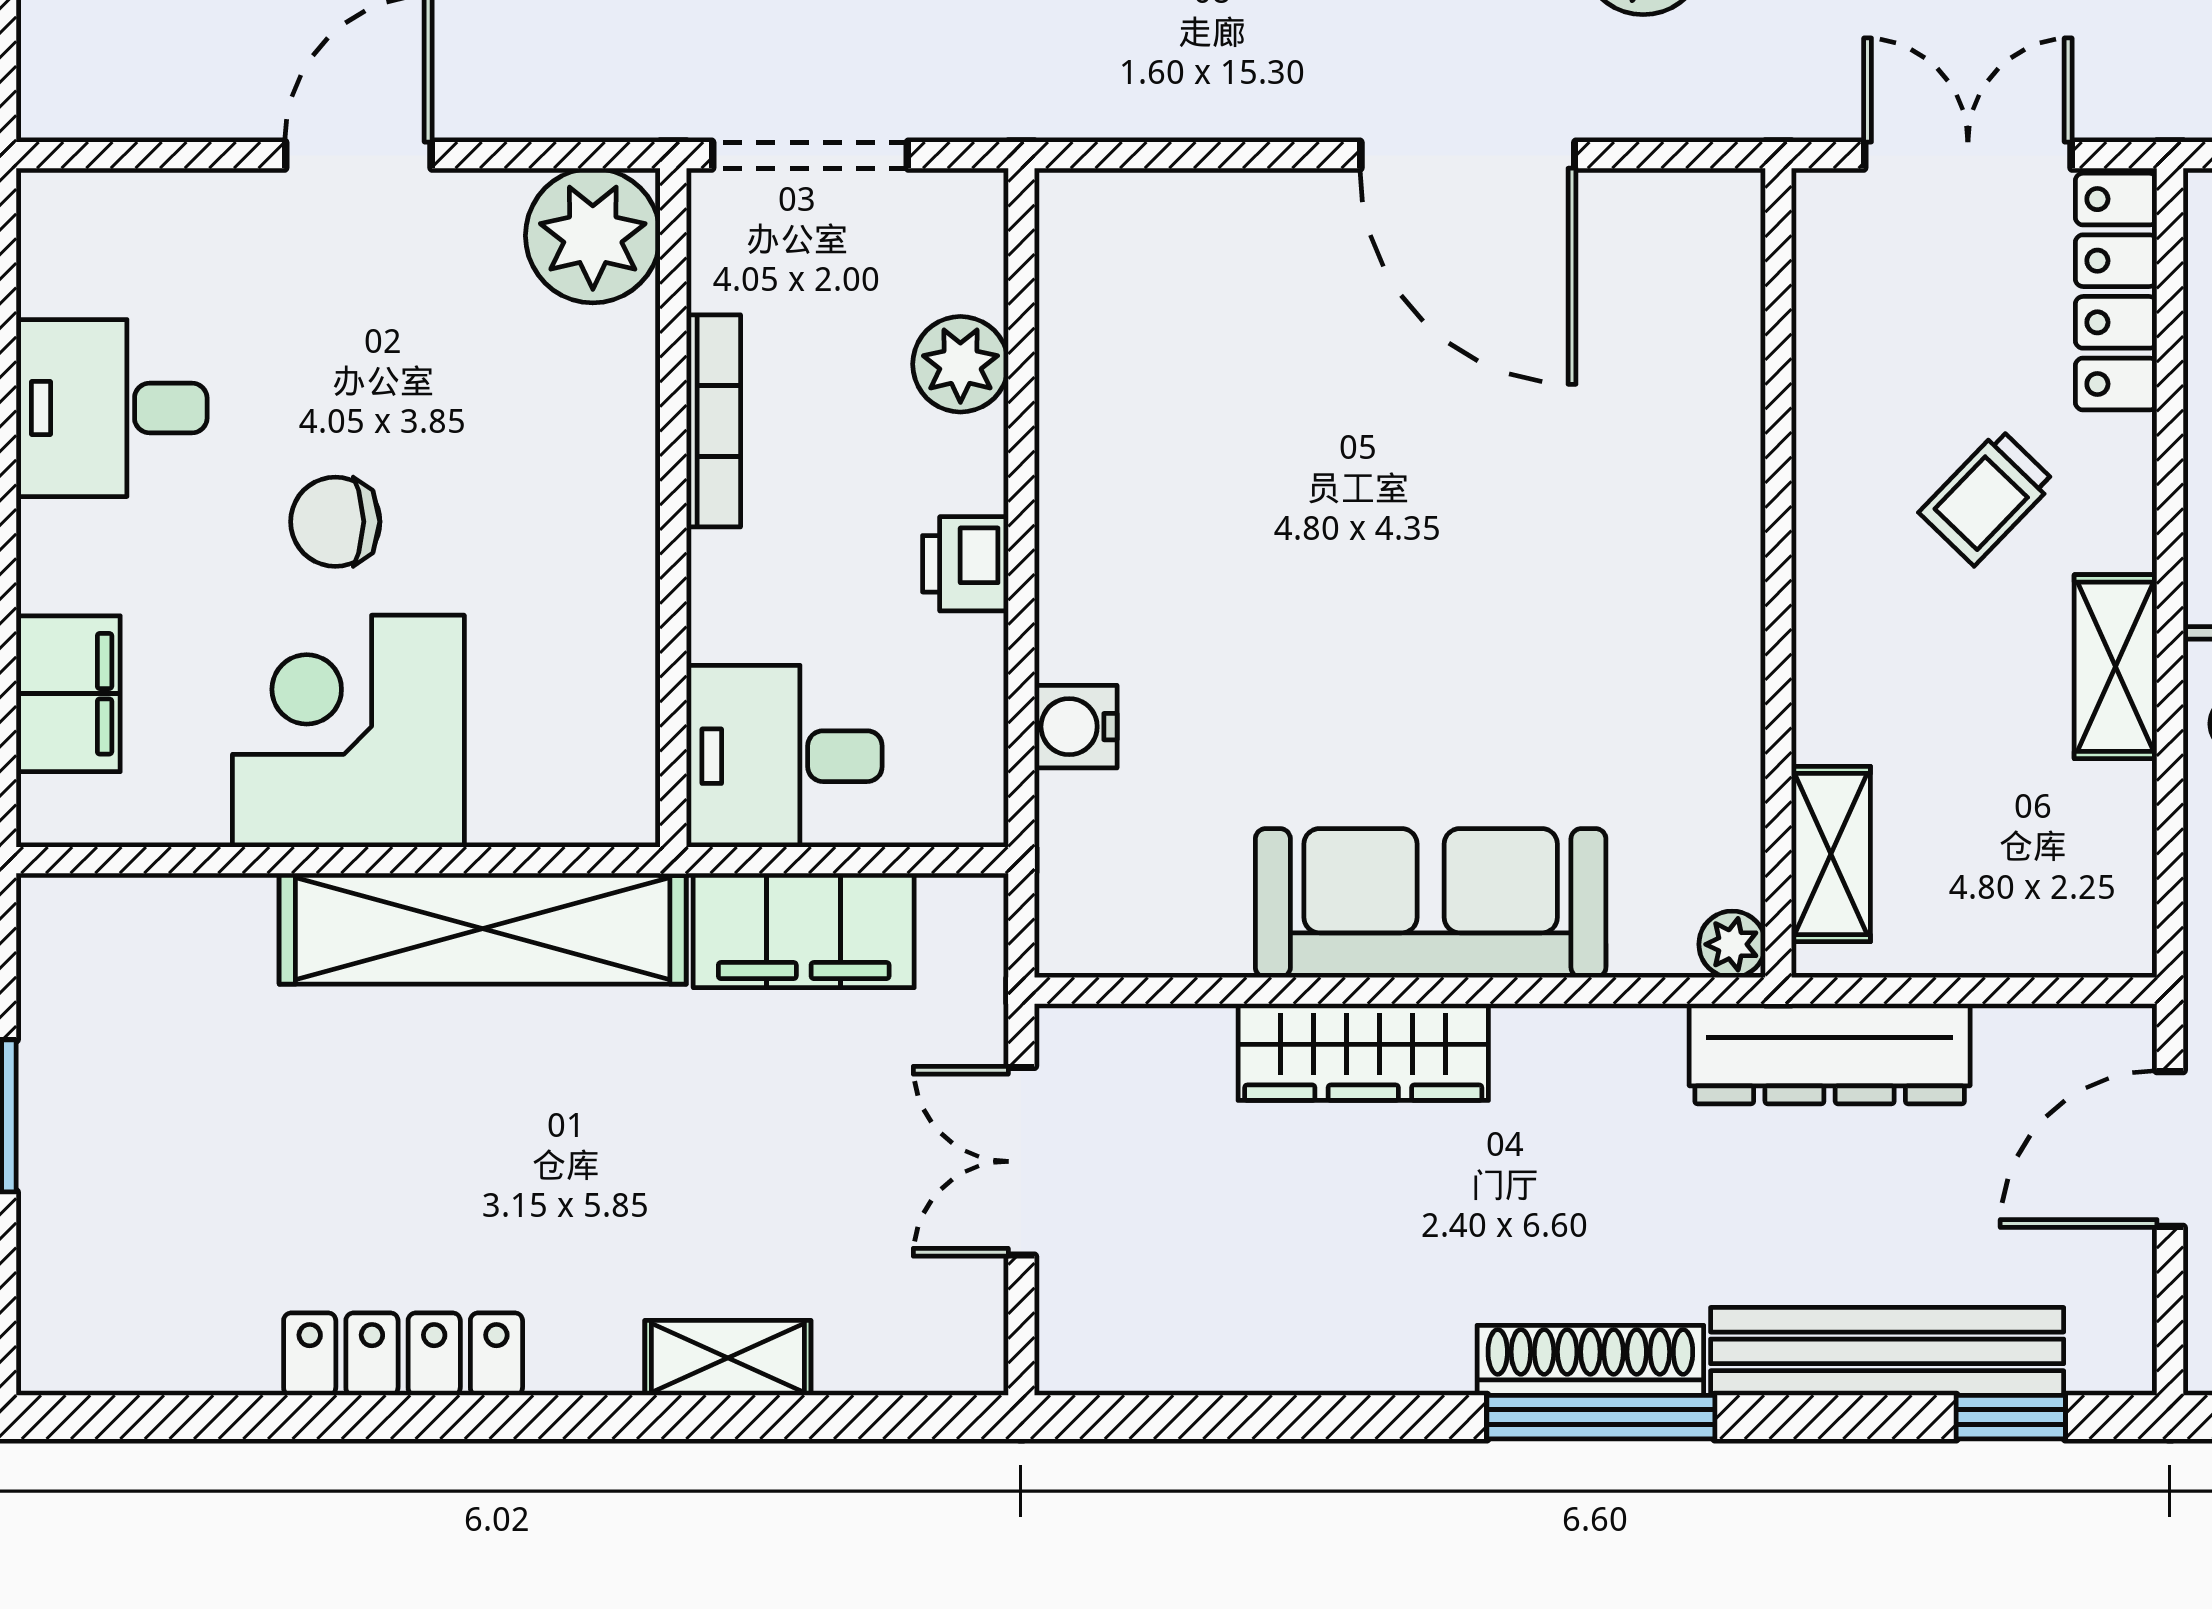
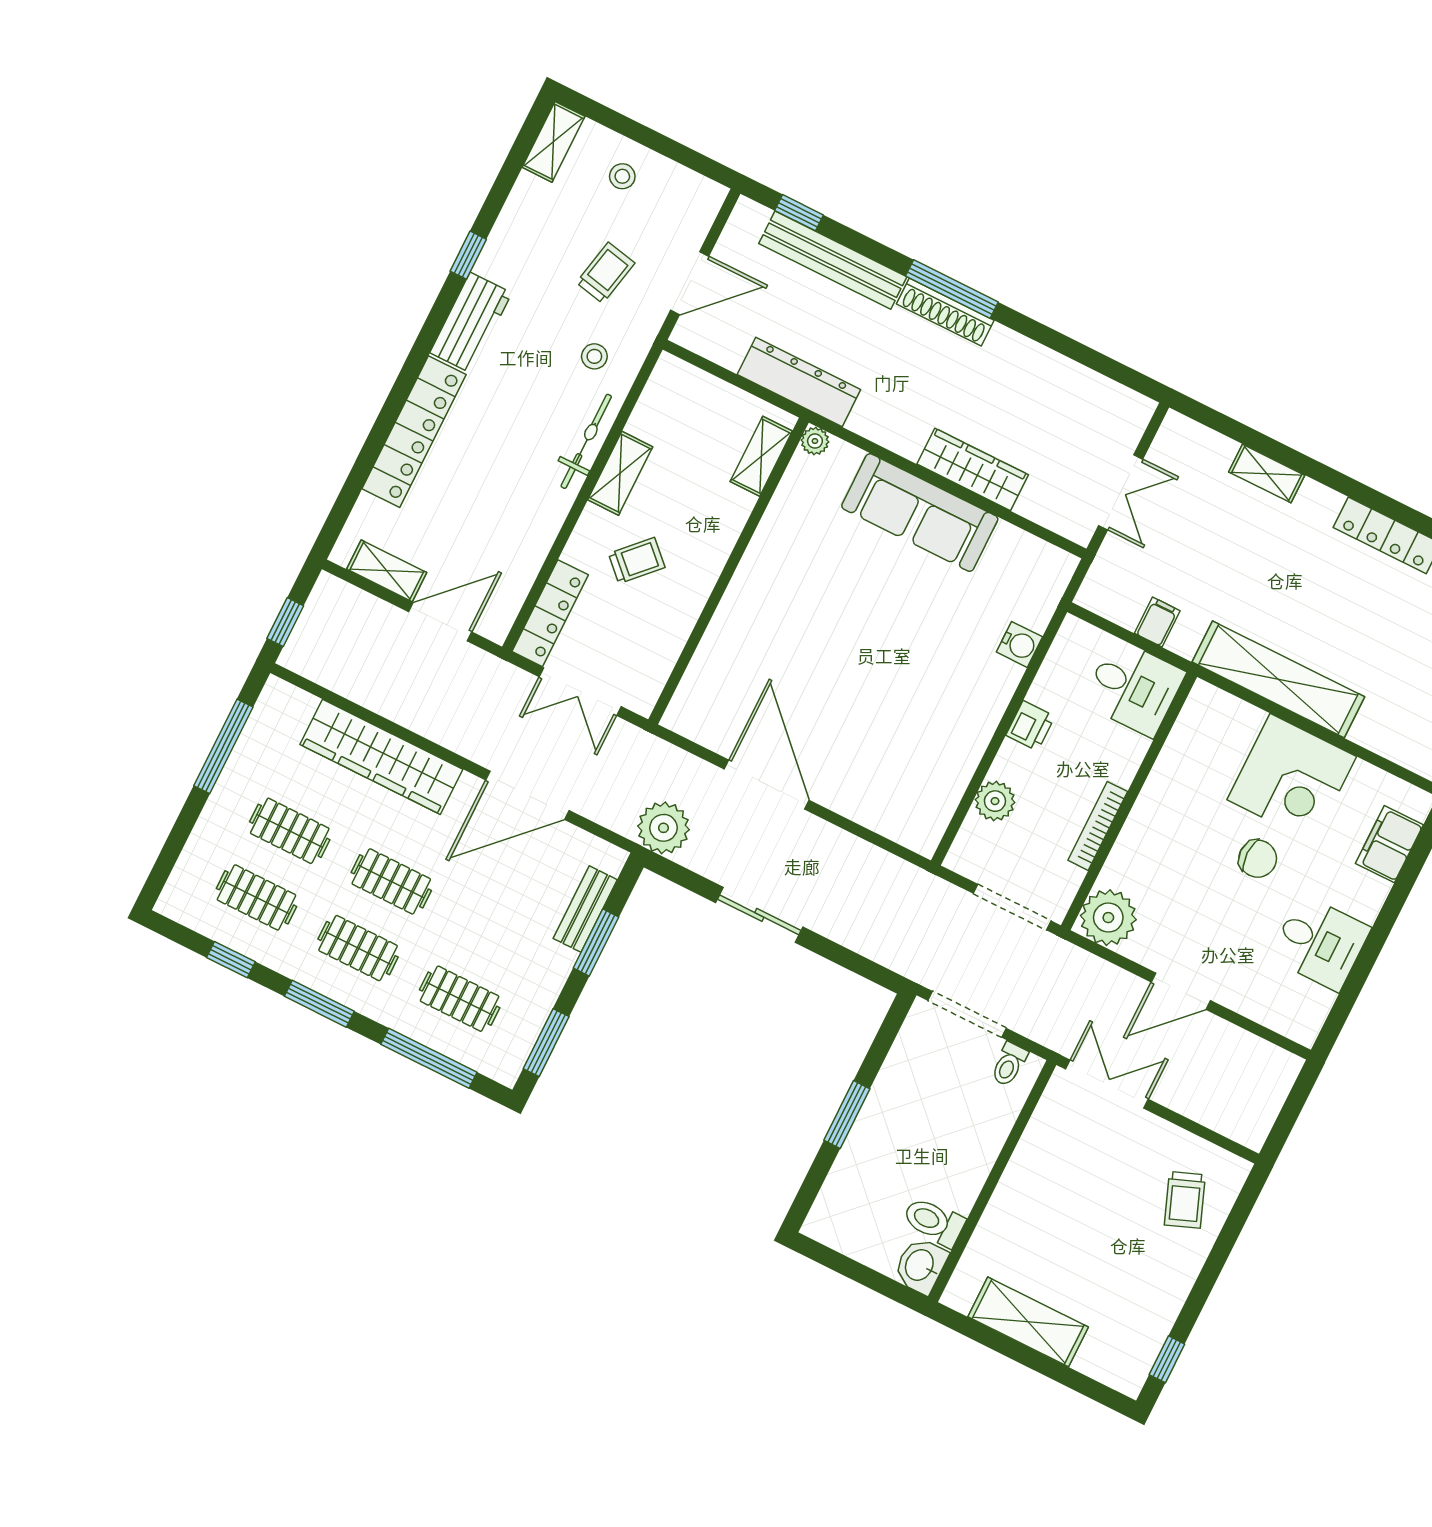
filing cabinet: (804, 930) -> (1157, 622), width x0.33, depth x0.86

